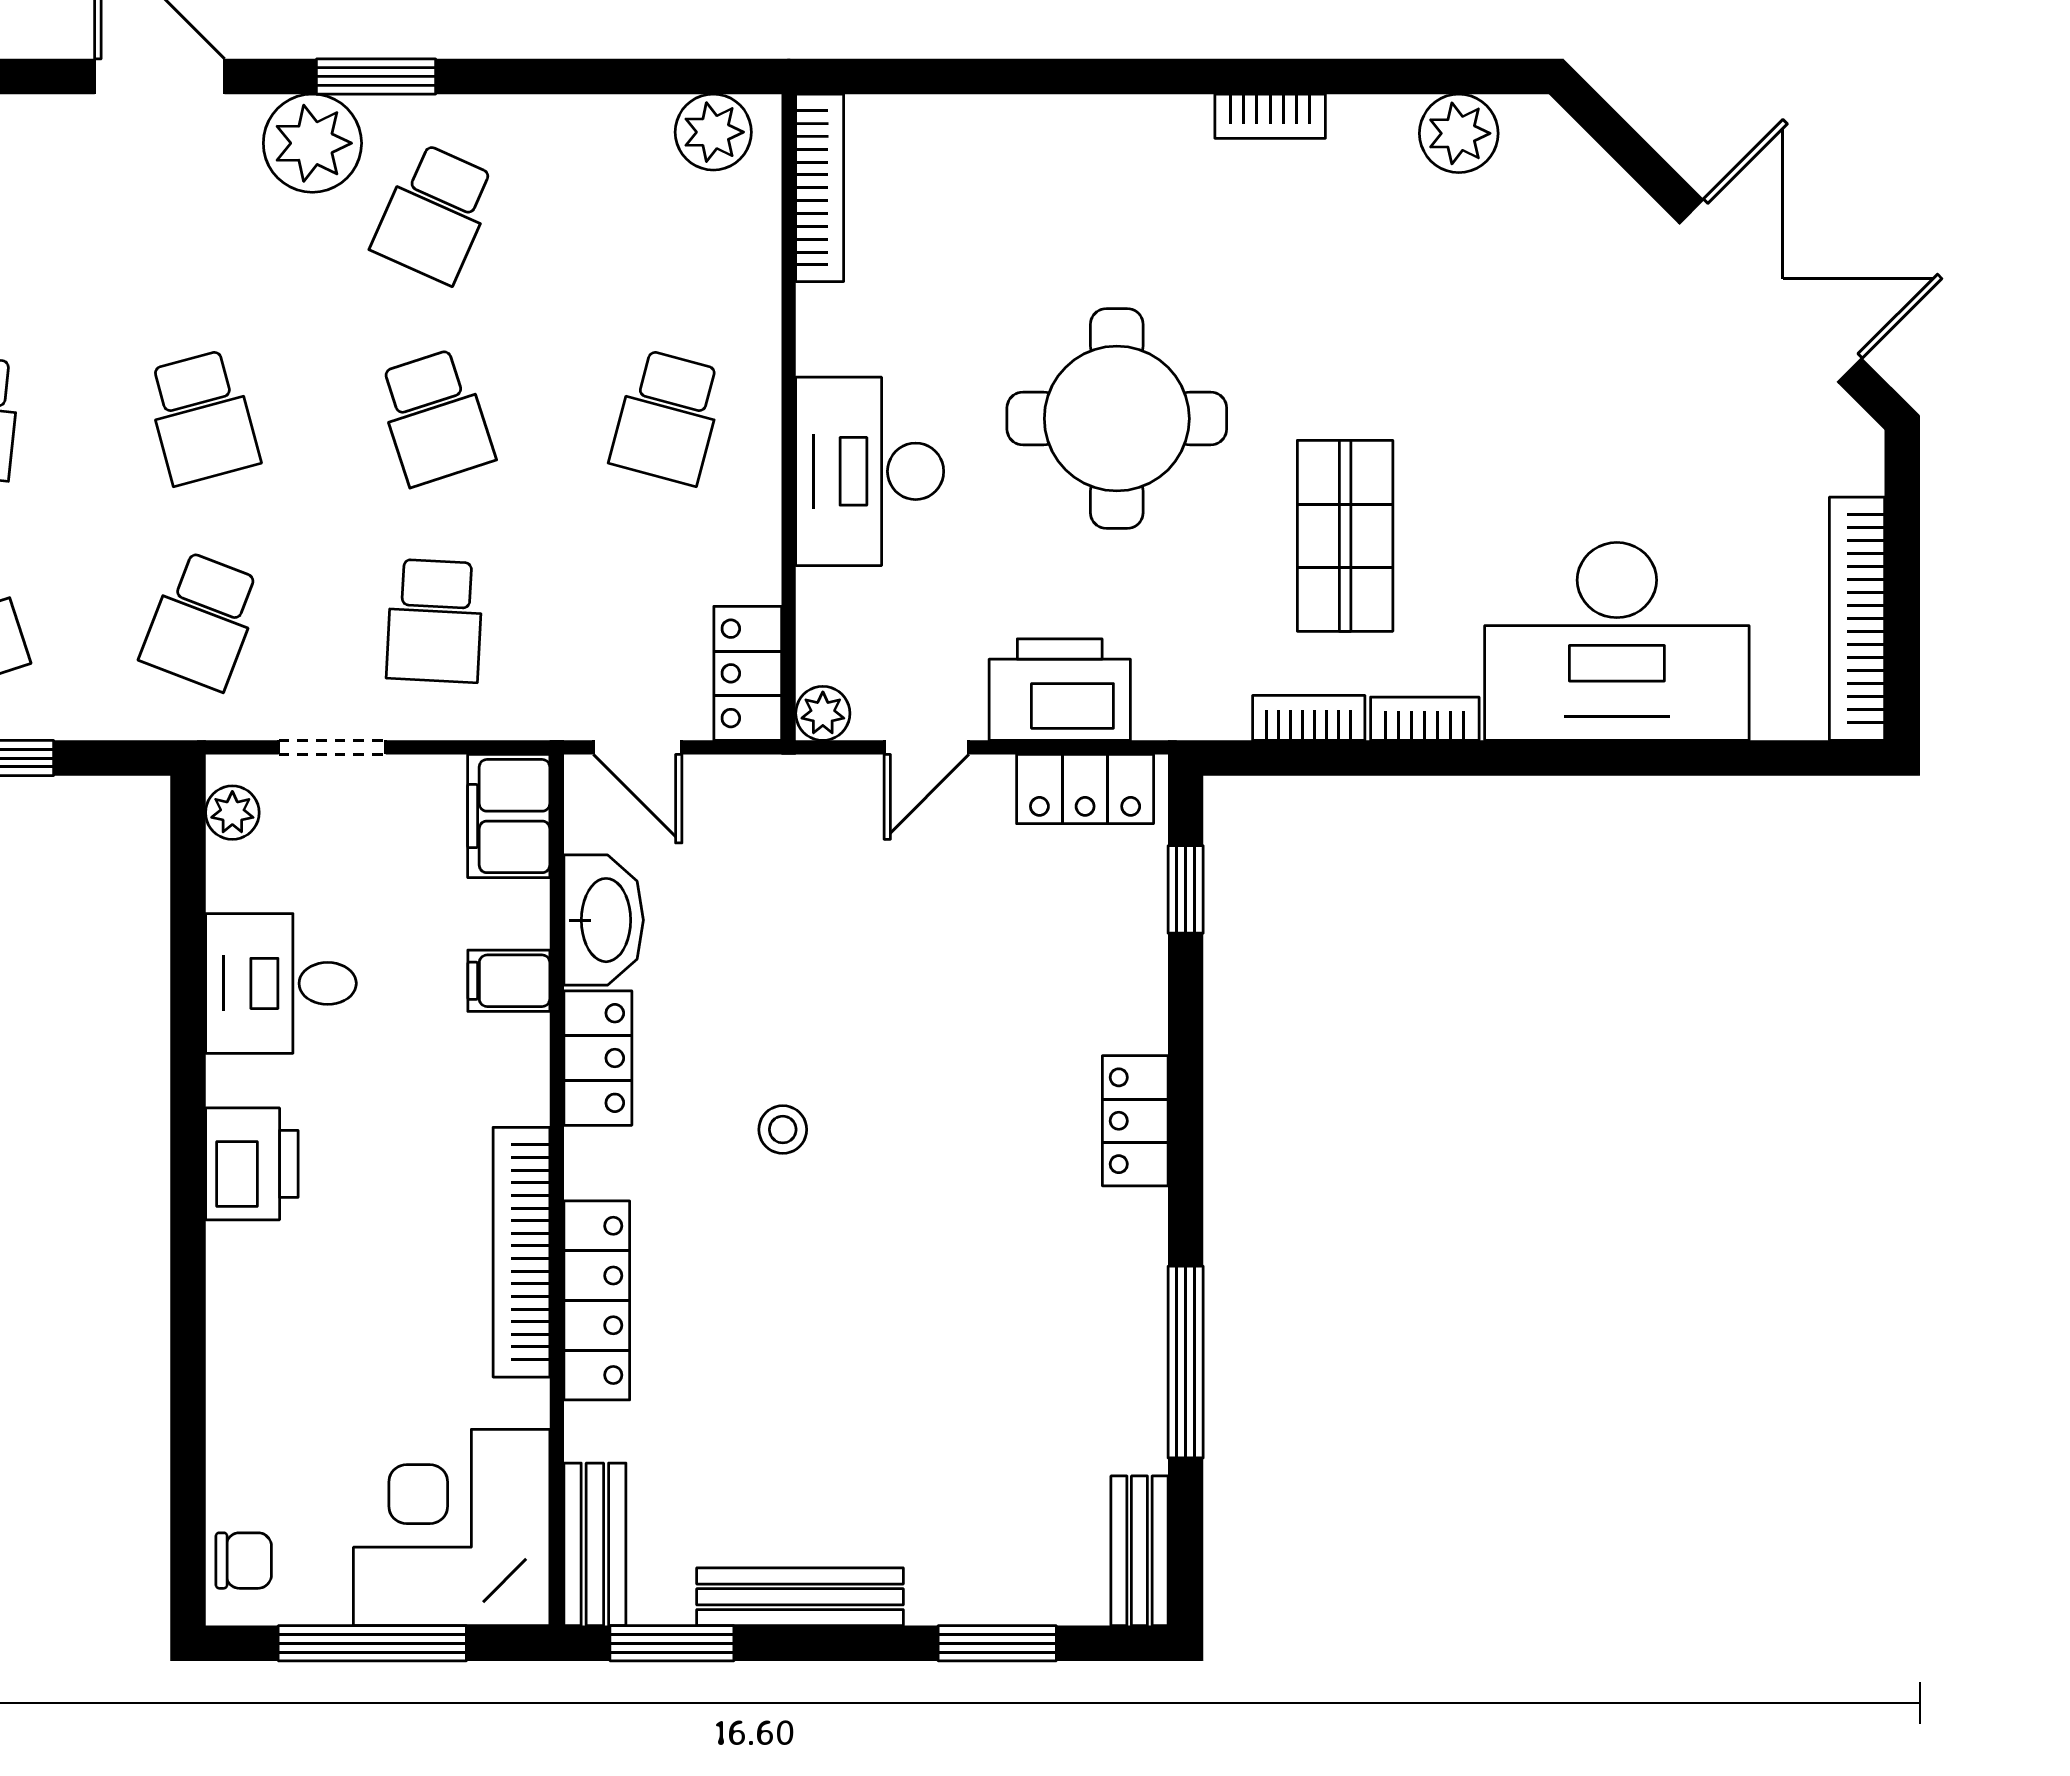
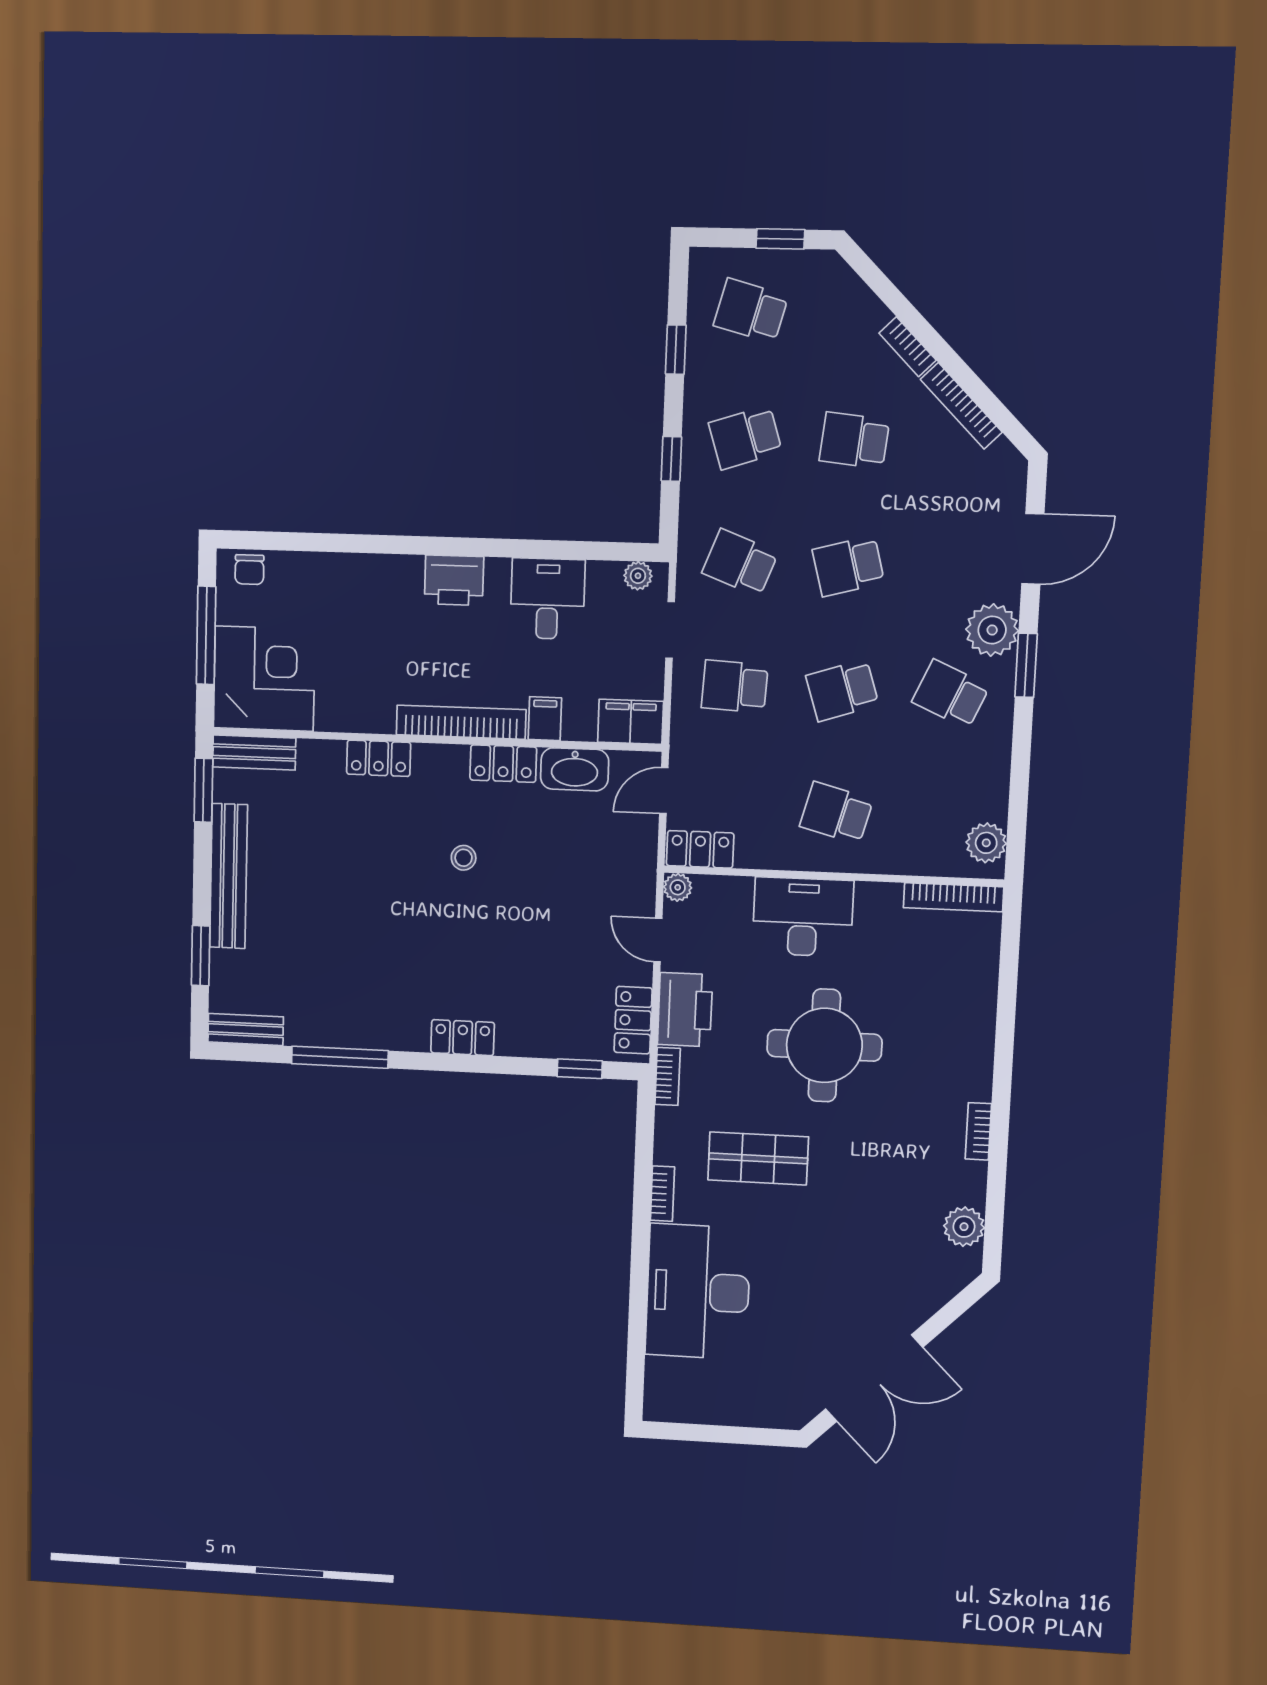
bookcase: (1857, 619) -> (704, 1411), removed
bookcase: (1309, 718) -> (668, 1076), moved
bookcase: (521, 1252) -> (461, 722), moved
locker: (597, 1300) -> (379, 758), width x0.66
bench: (800, 1597) -> (228, 876), width x1.37, depth x1.21

